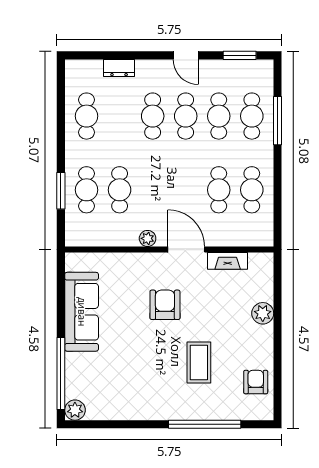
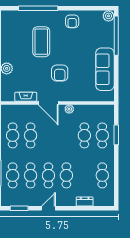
door: (186, 55) -> (48, 208), hinge flipped
coffee table: (199, 363) -> (41, 42), width x1.36, depth x1.32
armchair: (256, 382) -> (72, 21), moved

